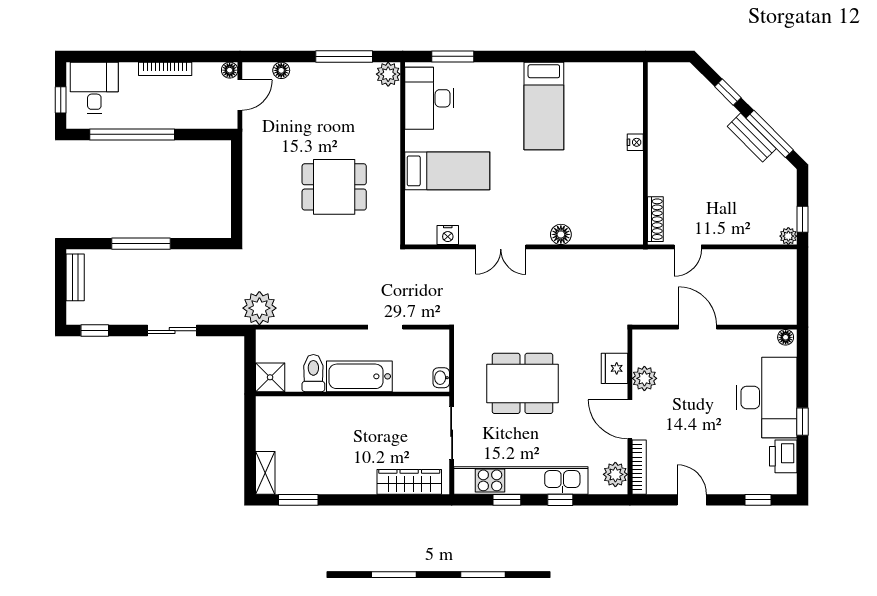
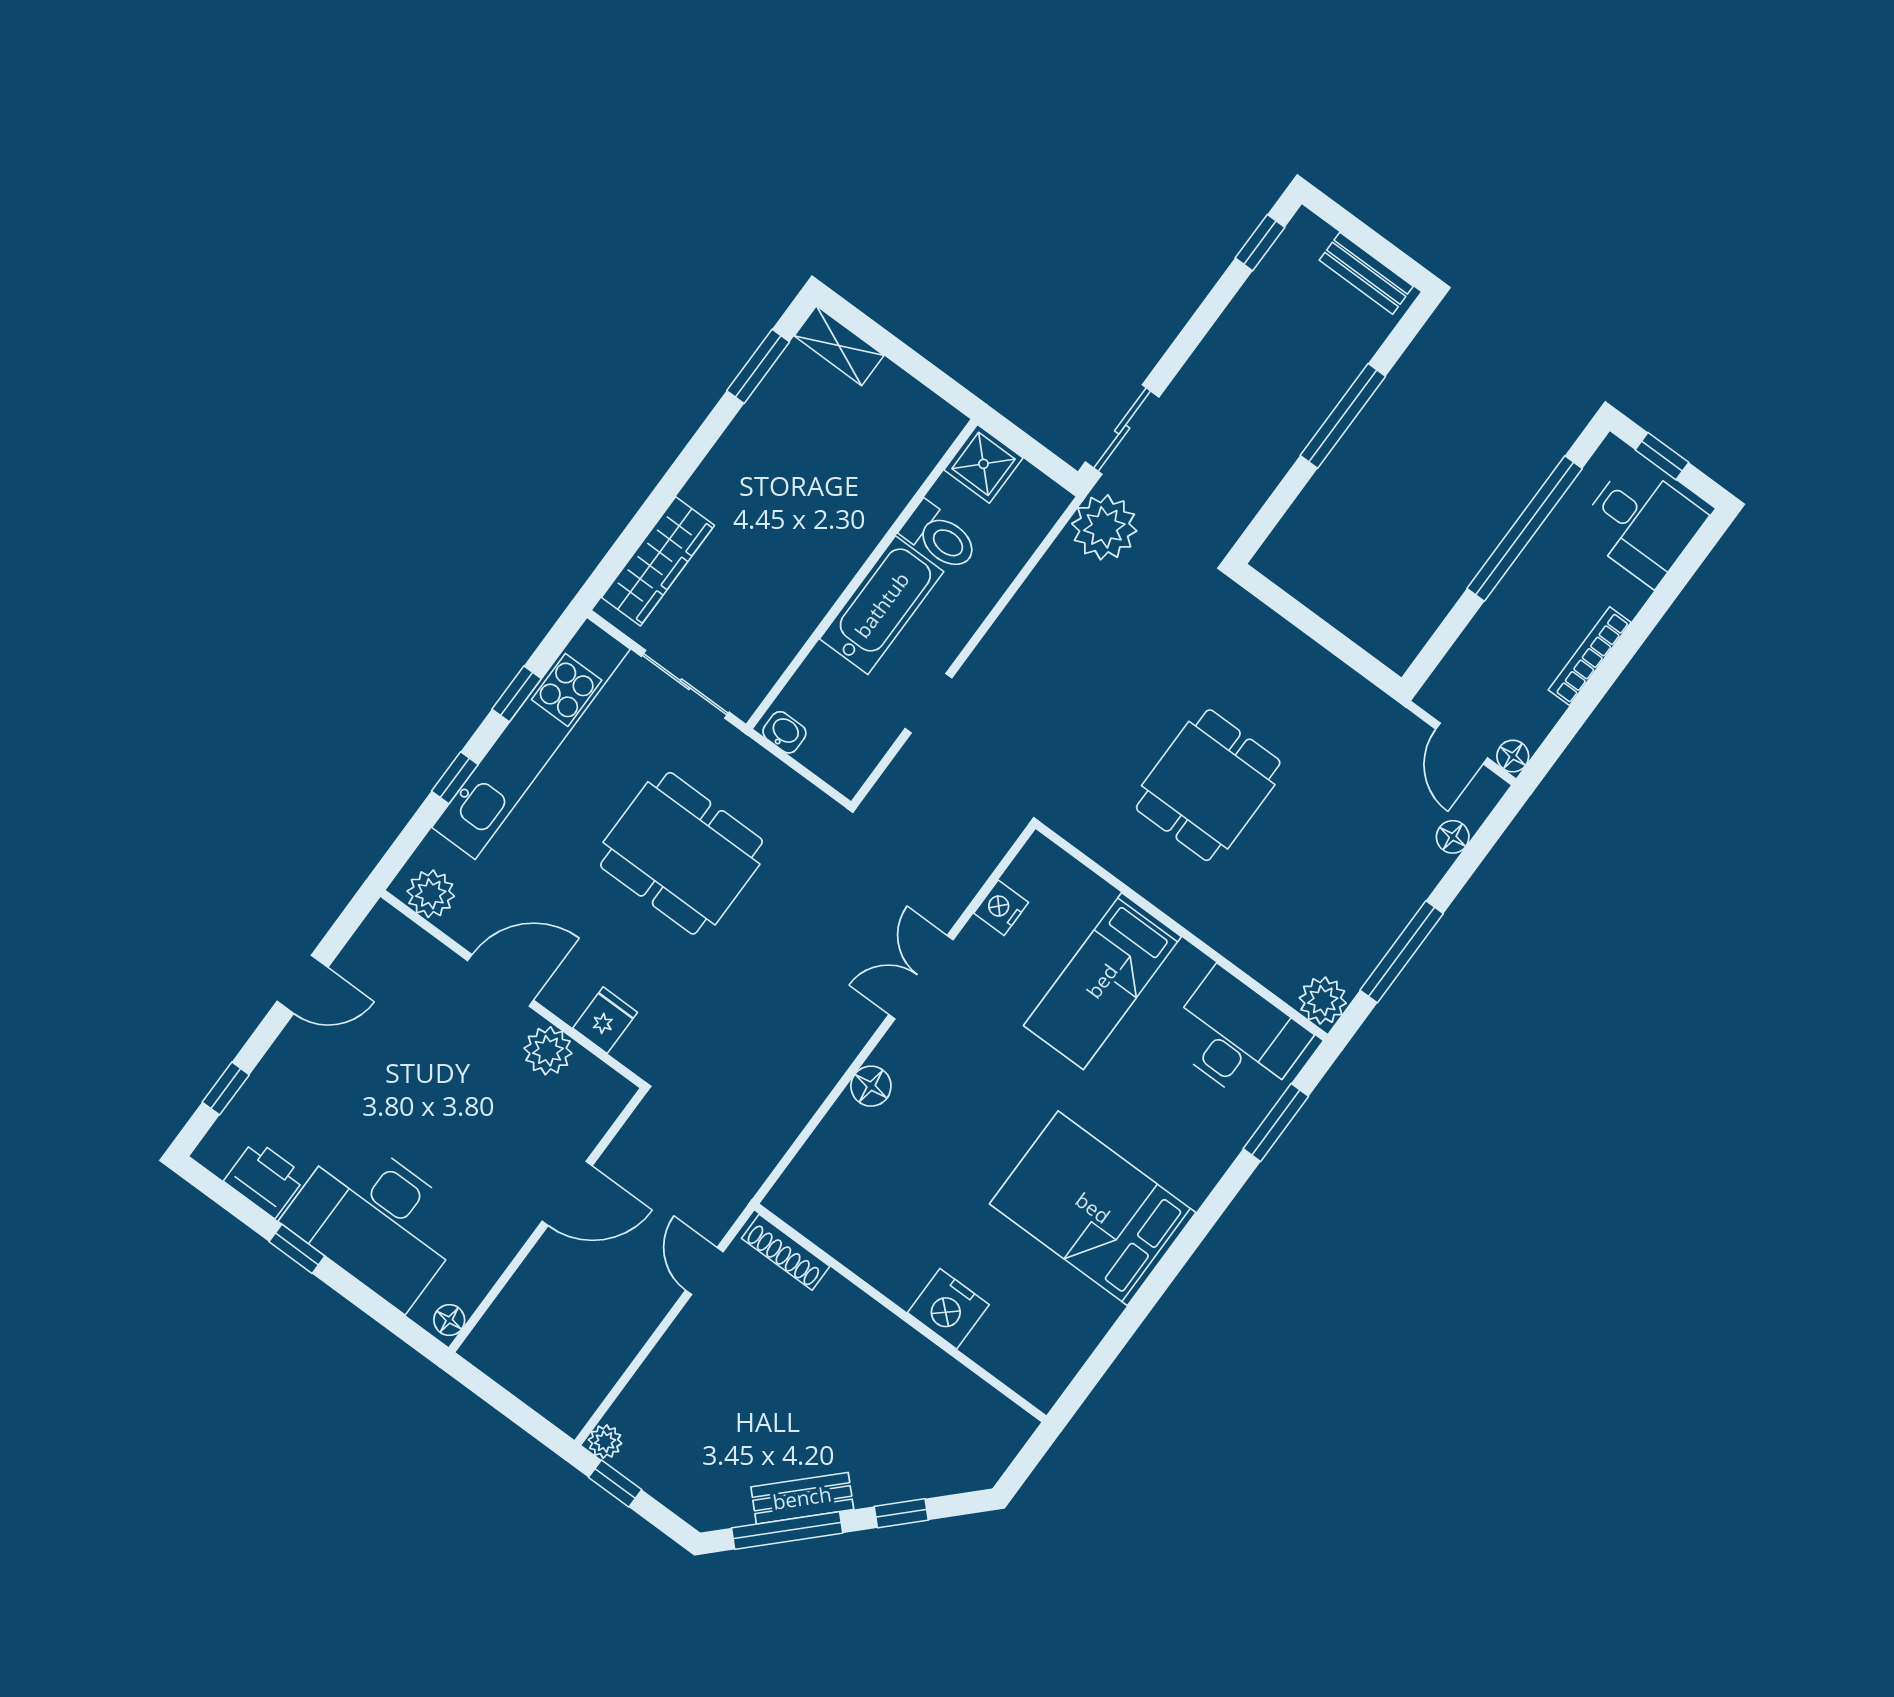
bed: (544, 106) -> (1093, 1208), width x1.50
nightstand: (635, 142) -> (948, 1309), width x1.89, depth x1.79
sliding door: (172, 331) -> (1122, 430), moved
fridge: (614, 368) -> (605, 1020), width x0.72
dining table: (522, 383) -> (681, 853), turned 90
bookcase: (639, 467) -> (415, 940), removed

